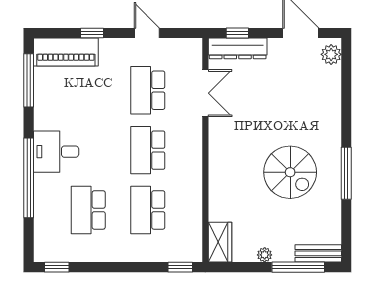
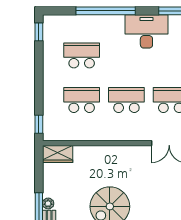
desk: (56, 152) -> (146, 31), moved, width x1.37
plant: (265, 255) -> (48, 203), moved

